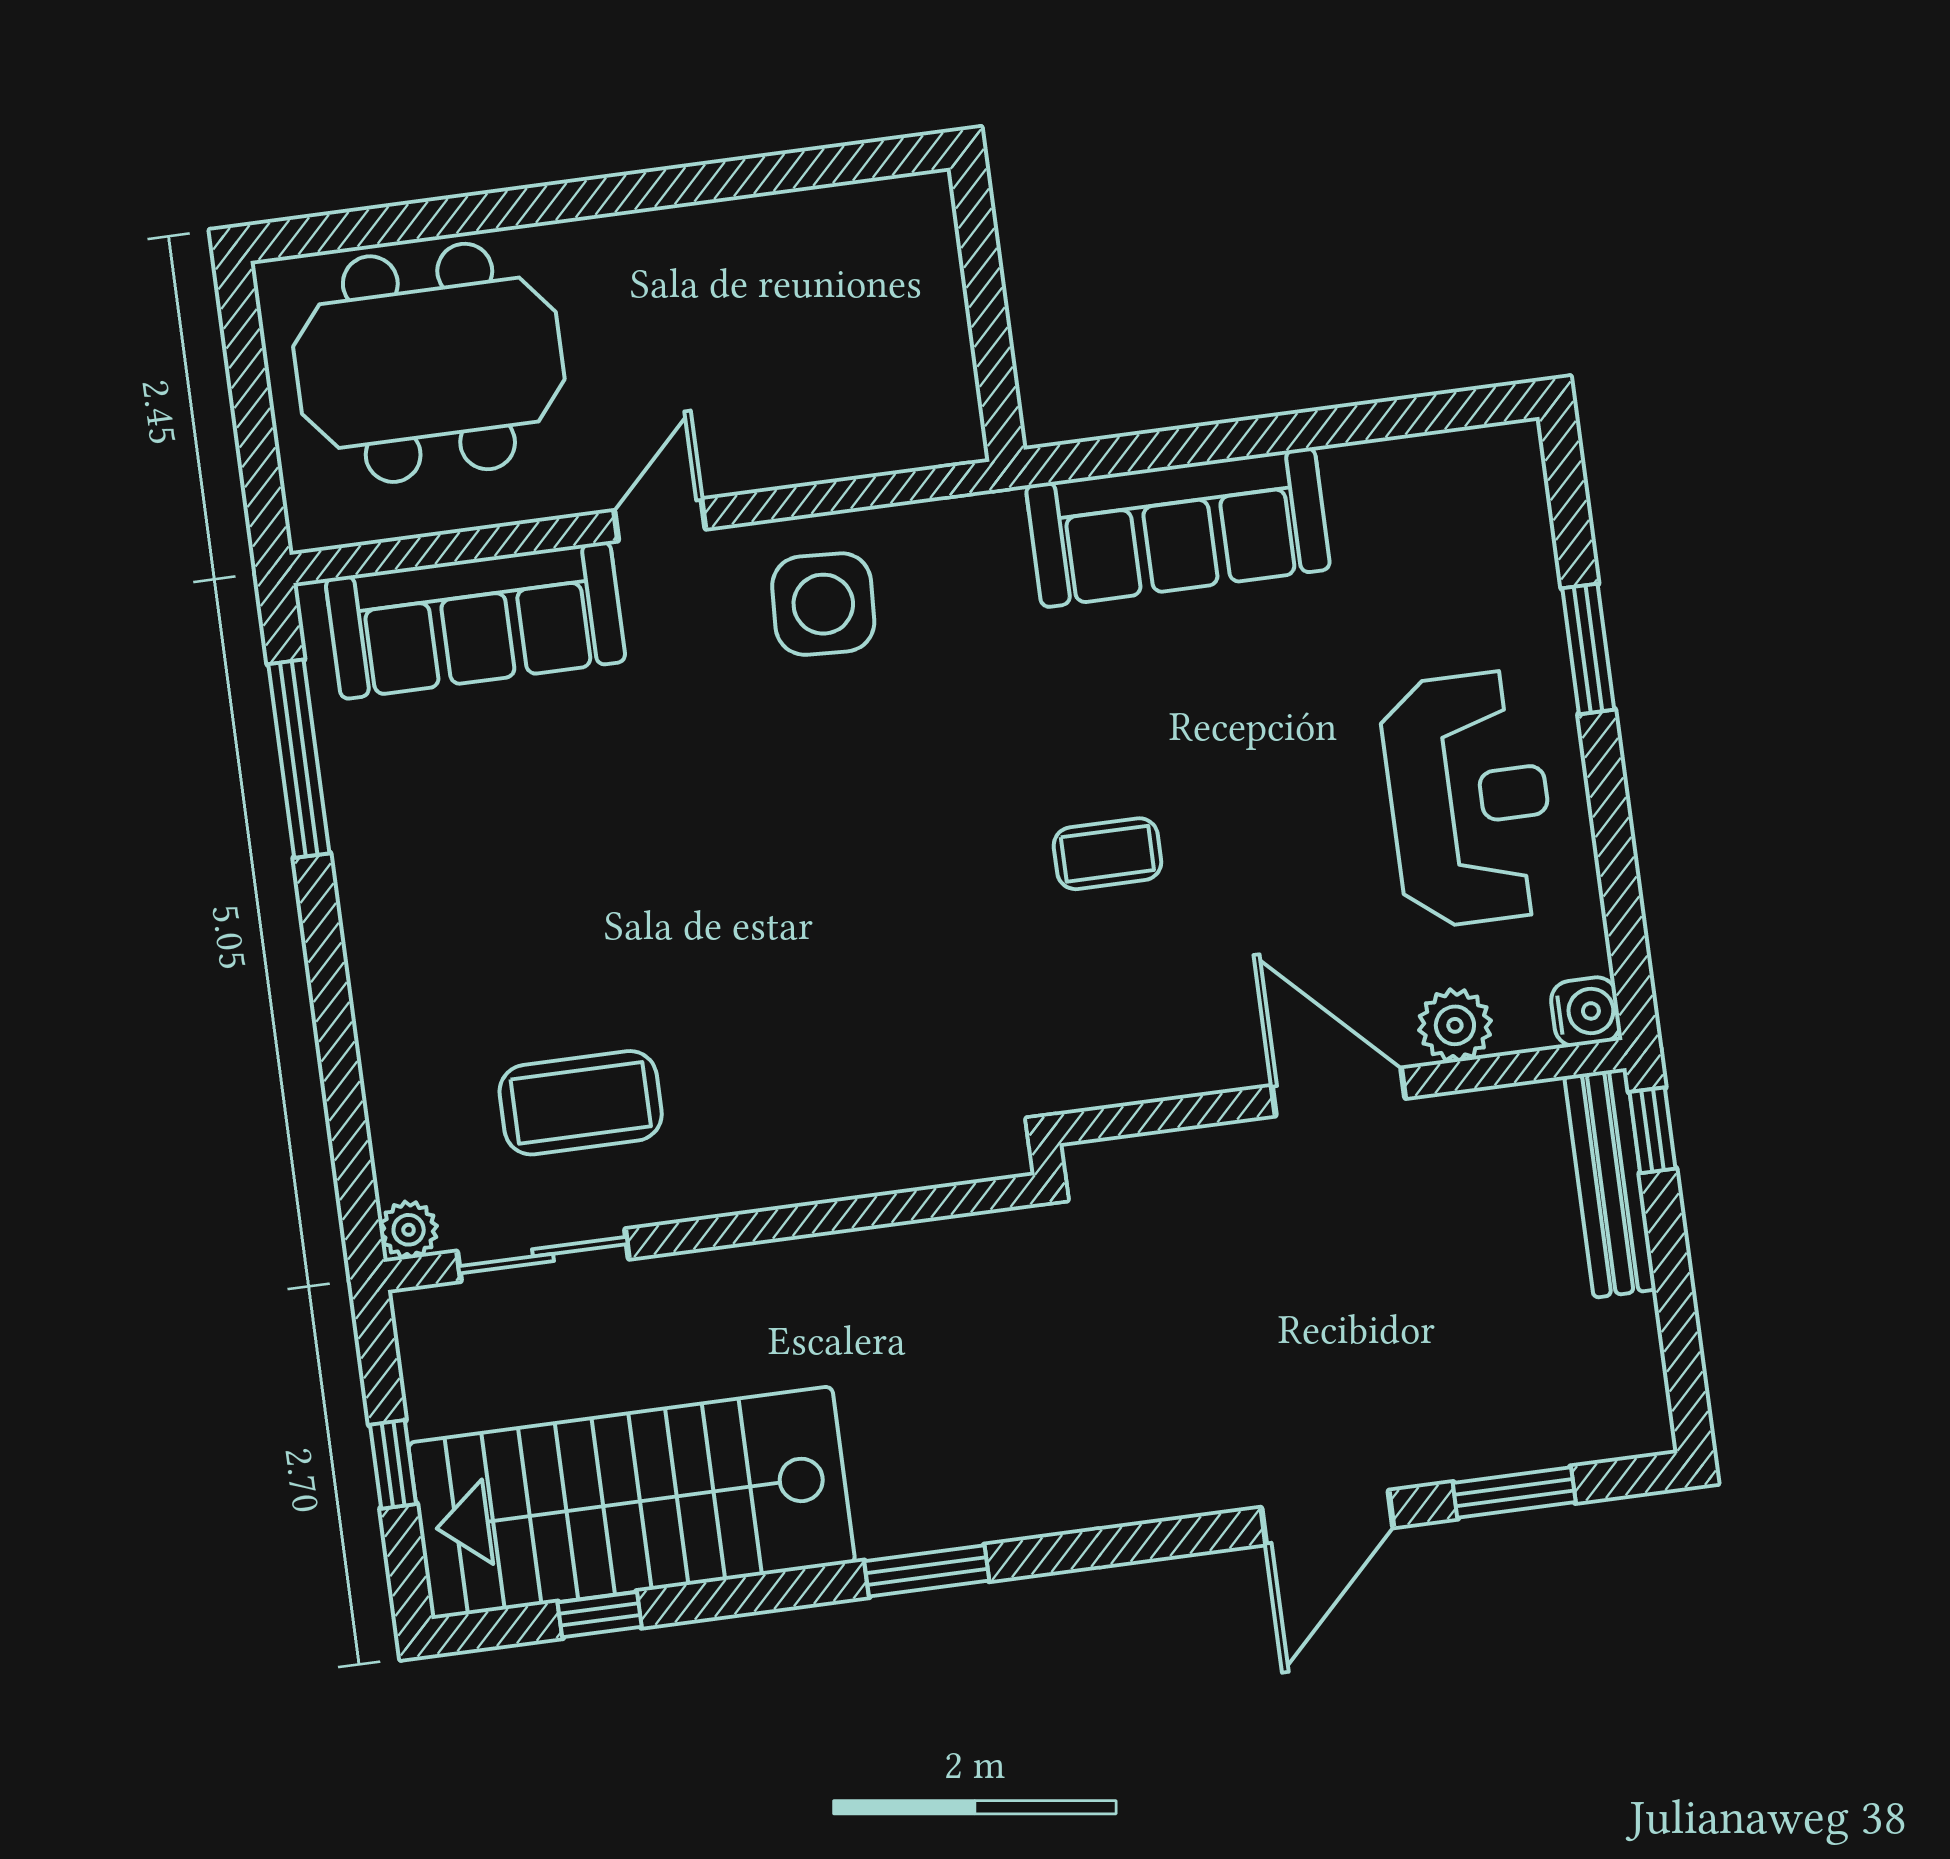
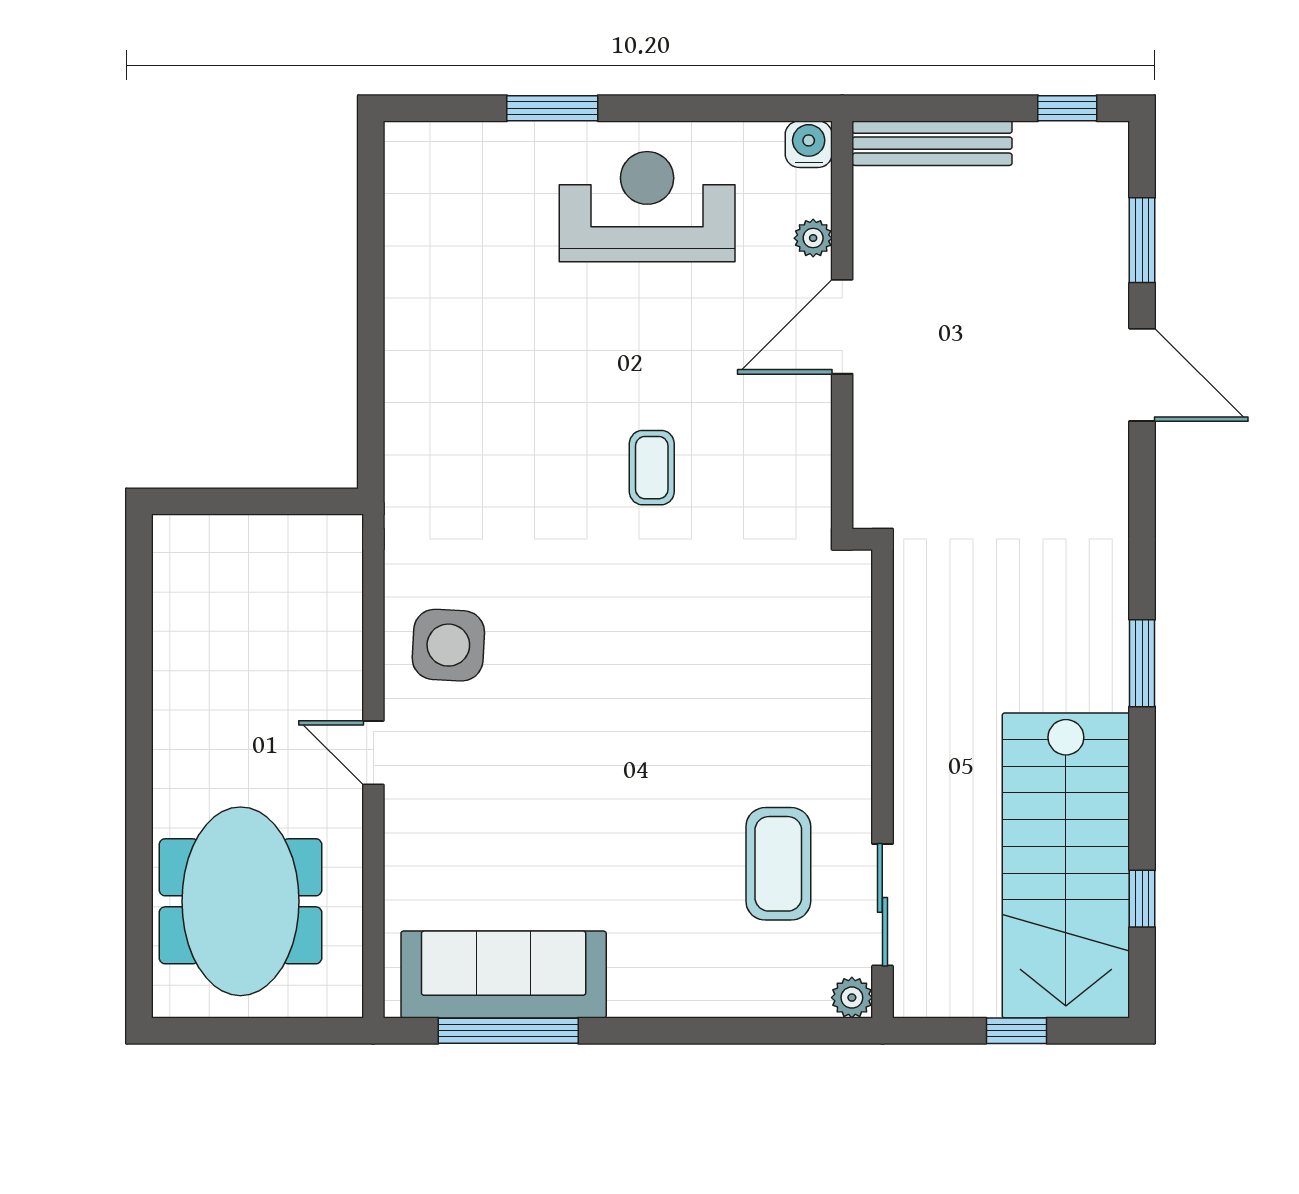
sofa: (1178, 527) -> (428, 387), removed
sofa: (475, 620) -> (504, 975), moved, turned -90
plant: (1455, 1025) -> (813, 238), width x0.73, depth x0.73
window: (1652, 1130) -> (1067, 108), moved

